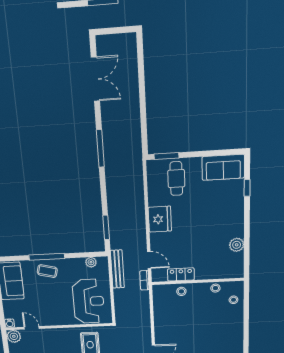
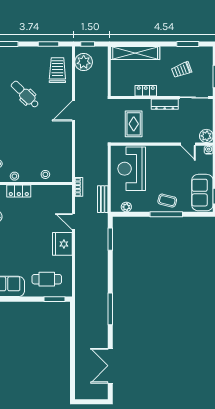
cafe table: (176, 179) -> (47, 279), turned 90
door: (149, 260) -> (73, 222), moved
bench: (117, 269) -> (103, 199), width x0.73
locker: (181, 274) -> (19, 191), moved

